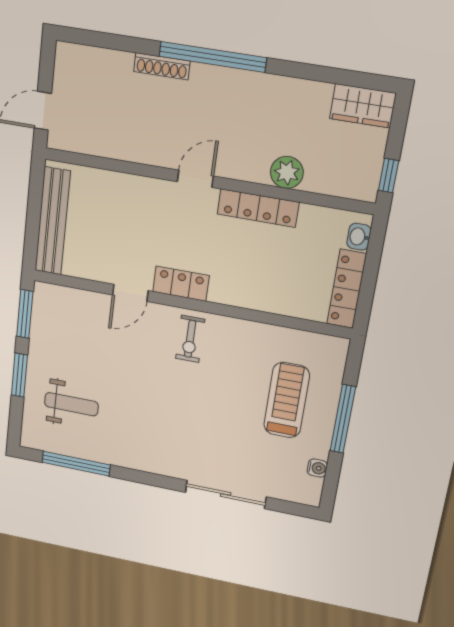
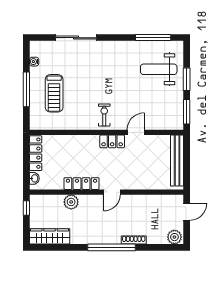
plant: (73, 59) -> (174, 237), added
wardrobe: (363, 106) -> (50, 236), width x1.50
weight bench: (71, 404) -> (159, 69), width x1.36, depth x1.33

